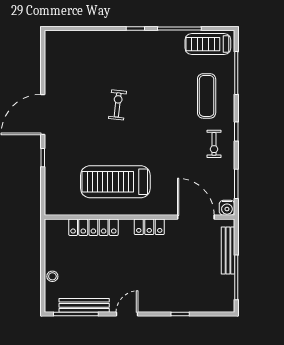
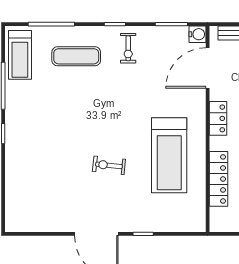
exercise bike: (118, 105) -> (109, 165), moved
exercise bike: (214, 144) -> (128, 48), turned 90

